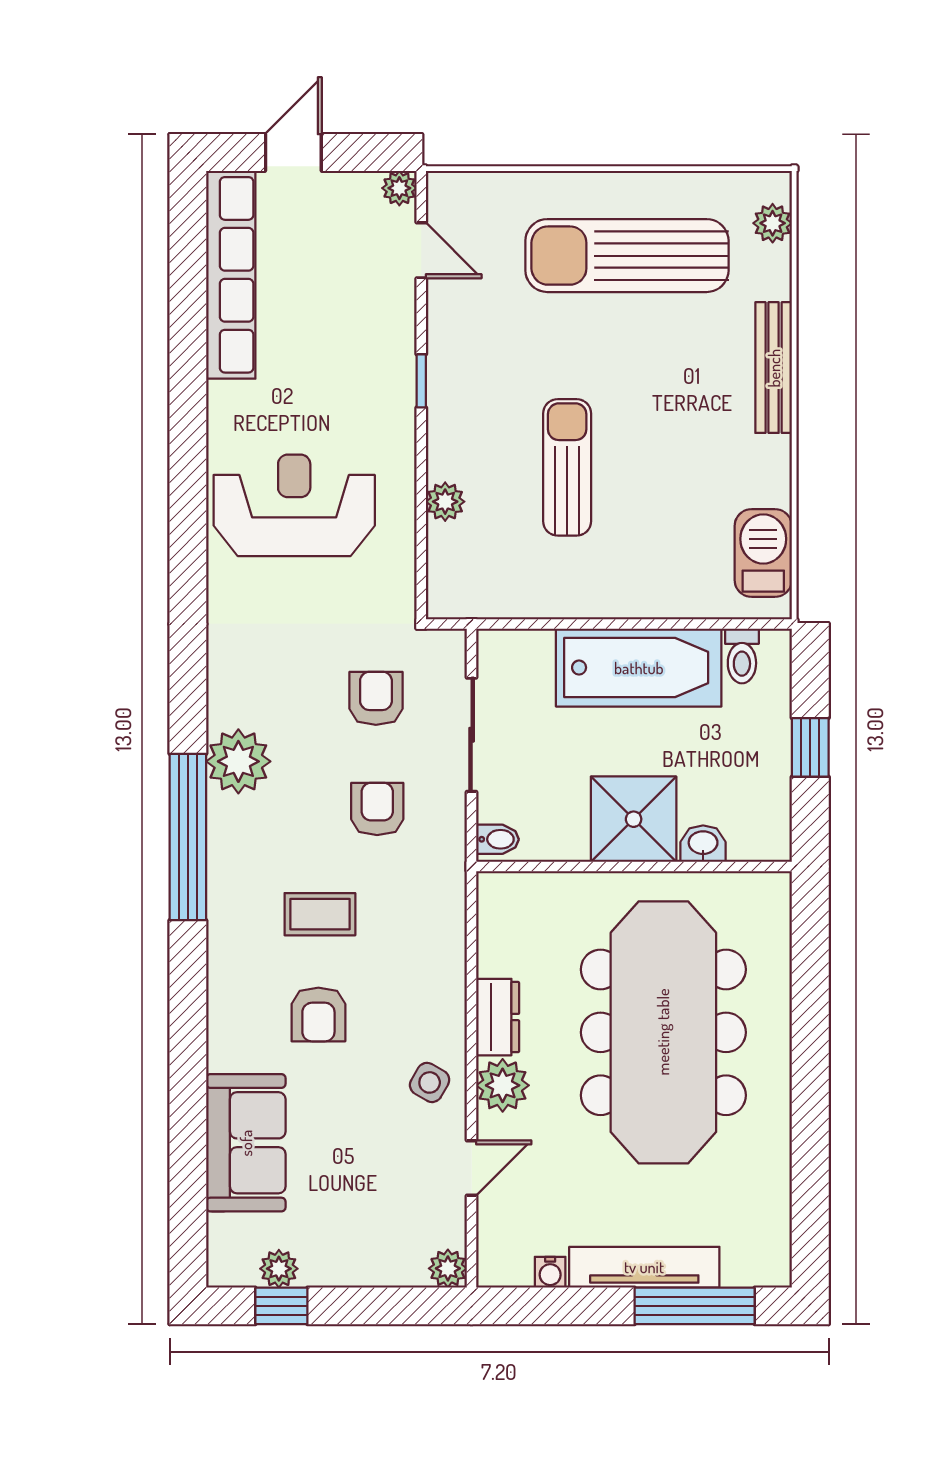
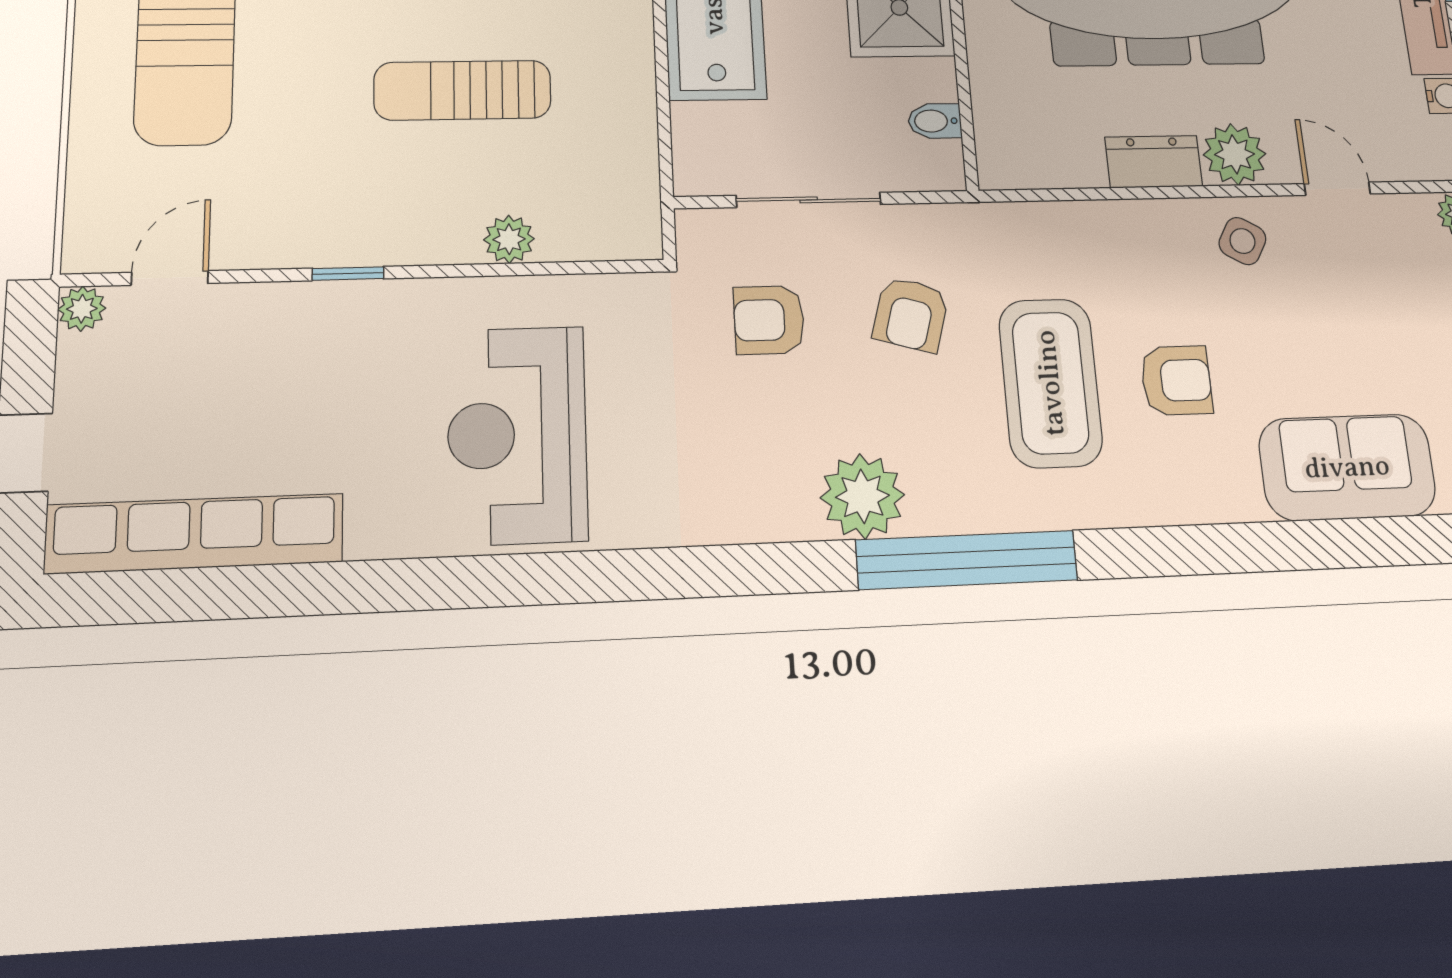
armchair: (377, 809) -> (911, 314), turned -74
bidet: (497, 839) -> (935, 121), moved, turned -90
coffee table: (320, 914) -> (1050, 383), width x1.86, depth x1.72

